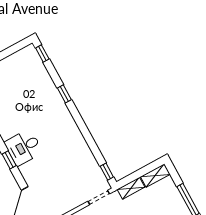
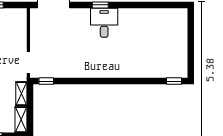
window: (64, 94) -> (130, 81), removed

